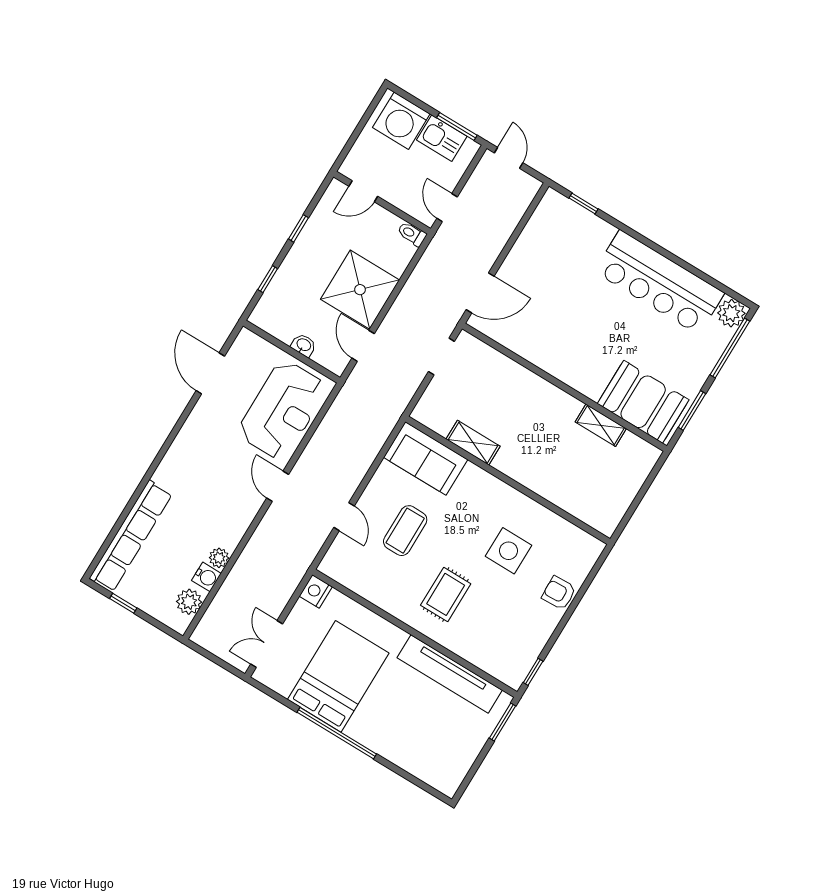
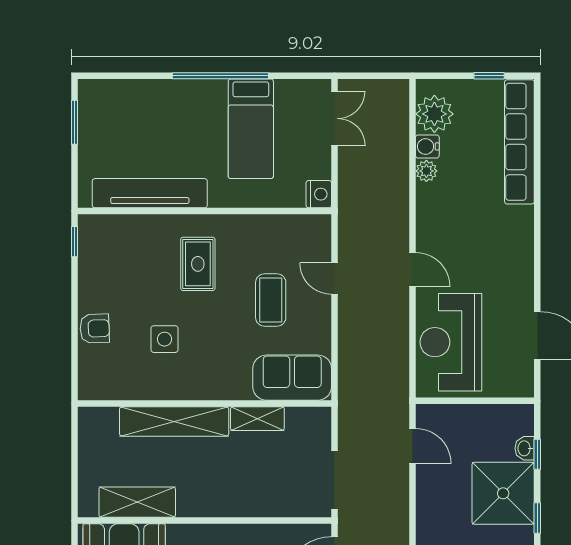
shower: (360, 290) -> (503, 493), moved
washbasin: (304, 345) -> (525, 448), moved, turned 90
doorway: (441, 357) -> (334, 480), width x1.38
shelving: (601, 425) -> (137, 502), width x1.50, depth x1.33
shelving: (541, 481) -> (174, 421), added
side table: (509, 551) -> (165, 339), width x0.73, depth x0.73
plant: (189, 602) -> (434, 114), width x1.36, depth x1.36
bed: (338, 676) -> (251, 129), width x0.67
window: (503, 722) -> (74, 122), moved

